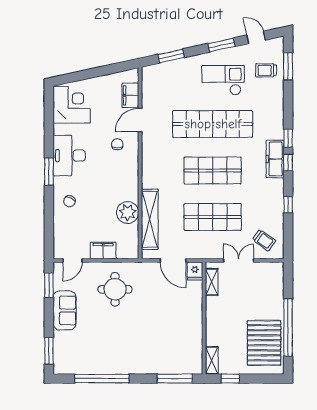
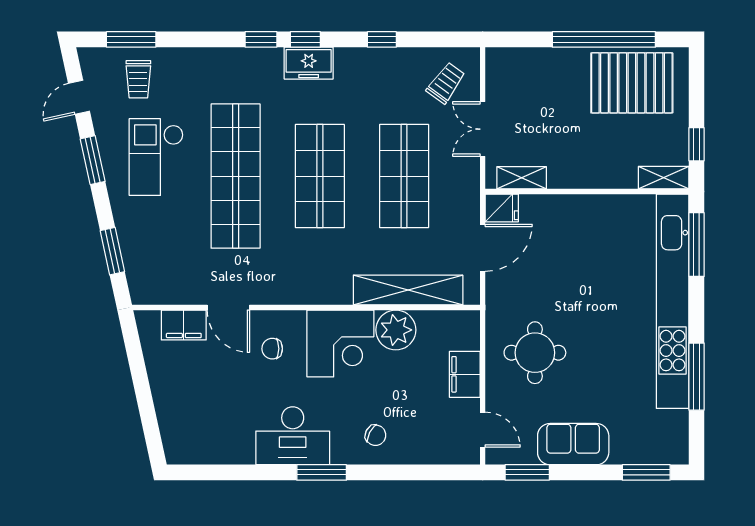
corner desk: (72, 105) -> (340, 343), moved, turned 180
freezer: (275, 159) -> (309, 63), width x0.71
kitchen unit: (143, 365) -> (673, 301), added
window: (102, 379) -> (696, 377), width x0.68

